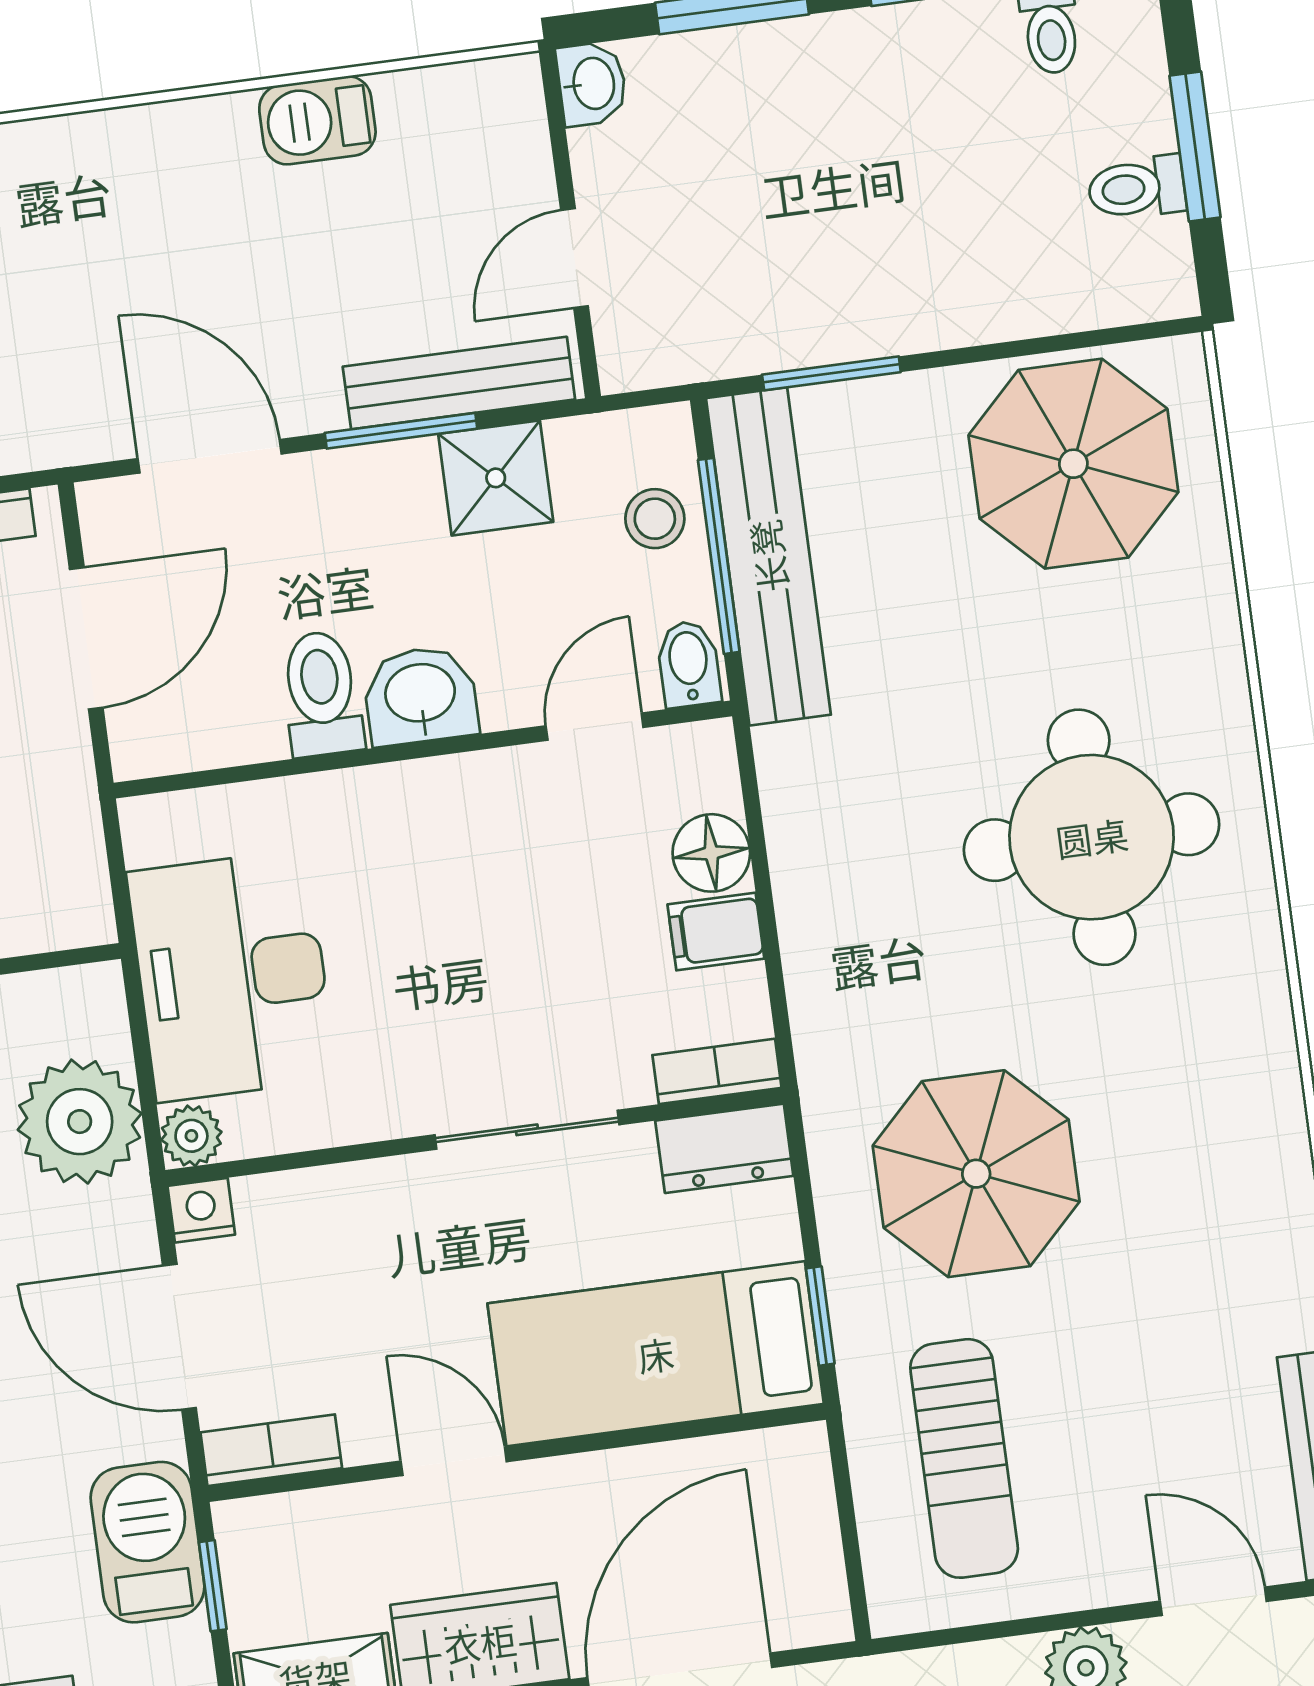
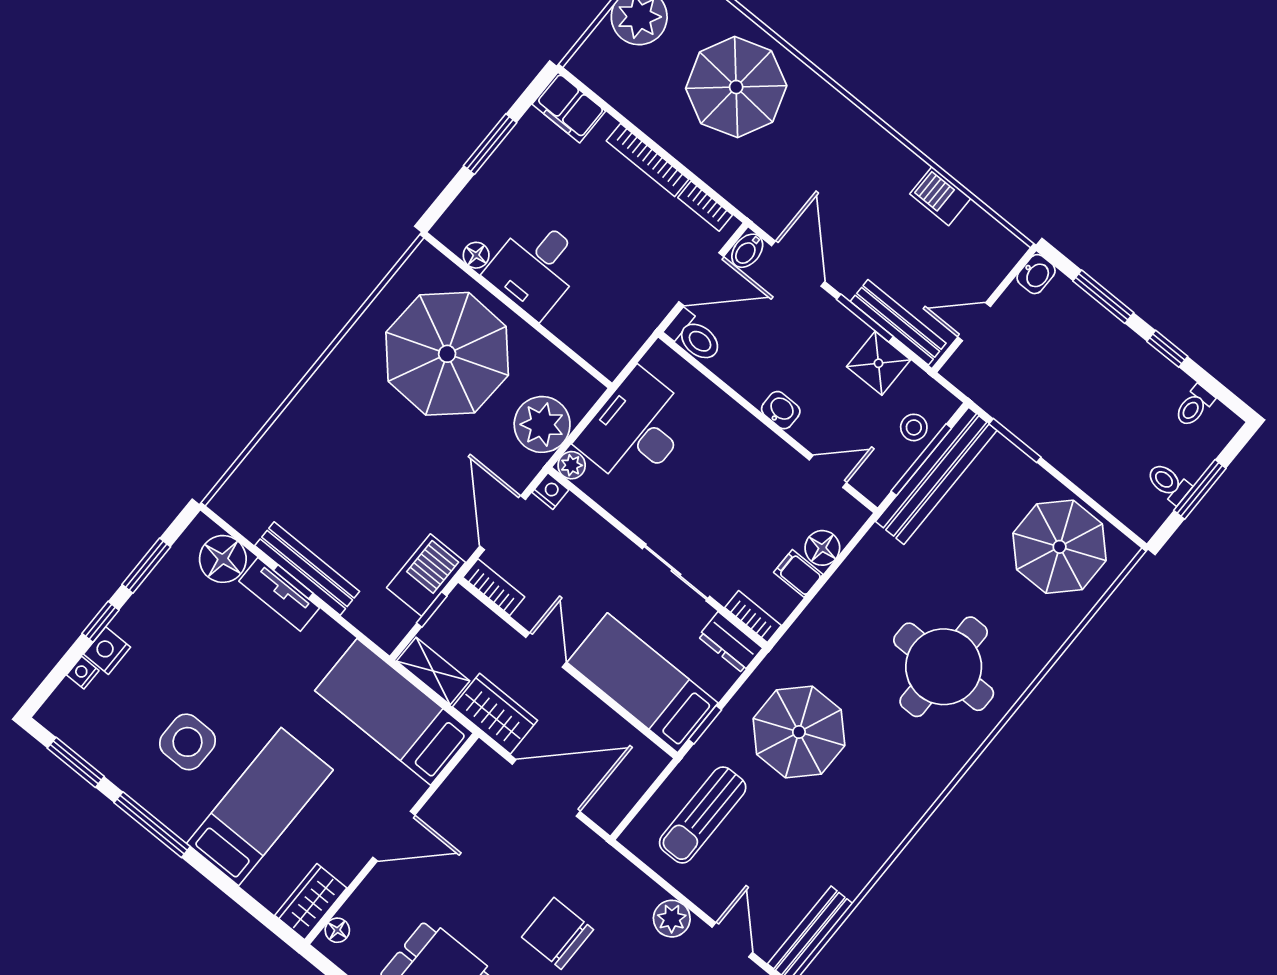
bidet: (689, 664) -> (747, 251), moved, turned 180
toilet: (322, 694) -> (694, 336), moved, turned 90
washbasin: (420, 695) -> (781, 410), width x0.72, depth x0.69

